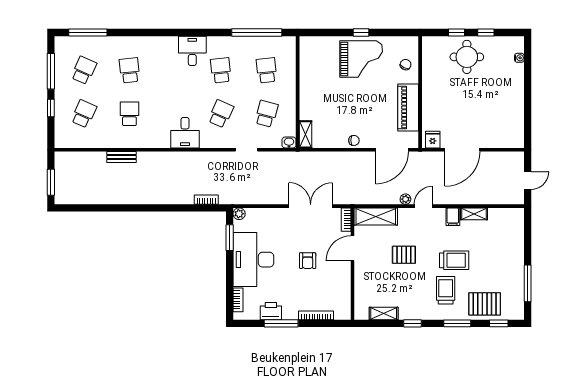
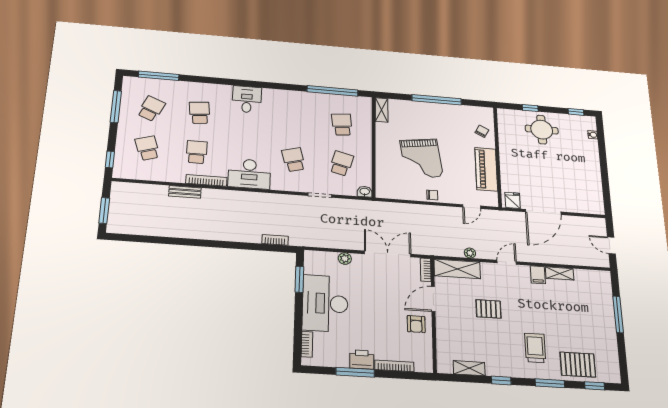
window: (361, 33) -> (437, 100), width x3.17
window: (486, 33) -> (576, 112), moved
desk: (192, 51) -> (247, 99), moved
grand piano: (361, 59) -> (422, 158), moved, turned 82
school desk: (221, 70) -> (295, 121), removed
window: (51, 108) -> (110, 159), moved
school desk: (84, 114) -> (147, 148), turned -42
school desk: (221, 114) -> (294, 160), turned -39
desk: (185, 133) -> (249, 174), width x1.37
shelving: (305, 134) -> (382, 110), moved
bookcase: (140, 143) -> (206, 180), added
door: (392, 150) -> (472, 207), width x0.53
door: (528, 180) -> (611, 245), swing flipped
plant: (405, 199) -> (470, 253), moved
plant: (239, 214) -> (345, 259), moved
trolley: (454, 260) -> (542, 318), removed
armchair: (308, 261) -> (416, 324), moved
window: (528, 283) -> (618, 314), moved
printer: (271, 311) -> (362, 359), moved

